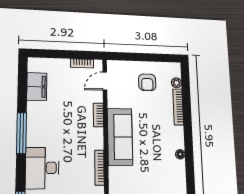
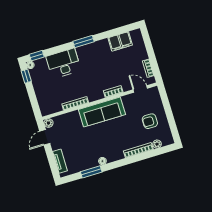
window: (21, 133) -> (83, 42), width x0.69
window: (190, 172) -> (91, 172), added

